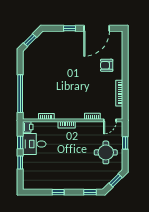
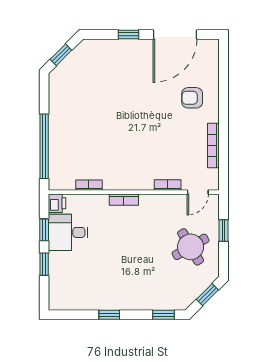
round table: (106, 152) -> (191, 247), turned -30

